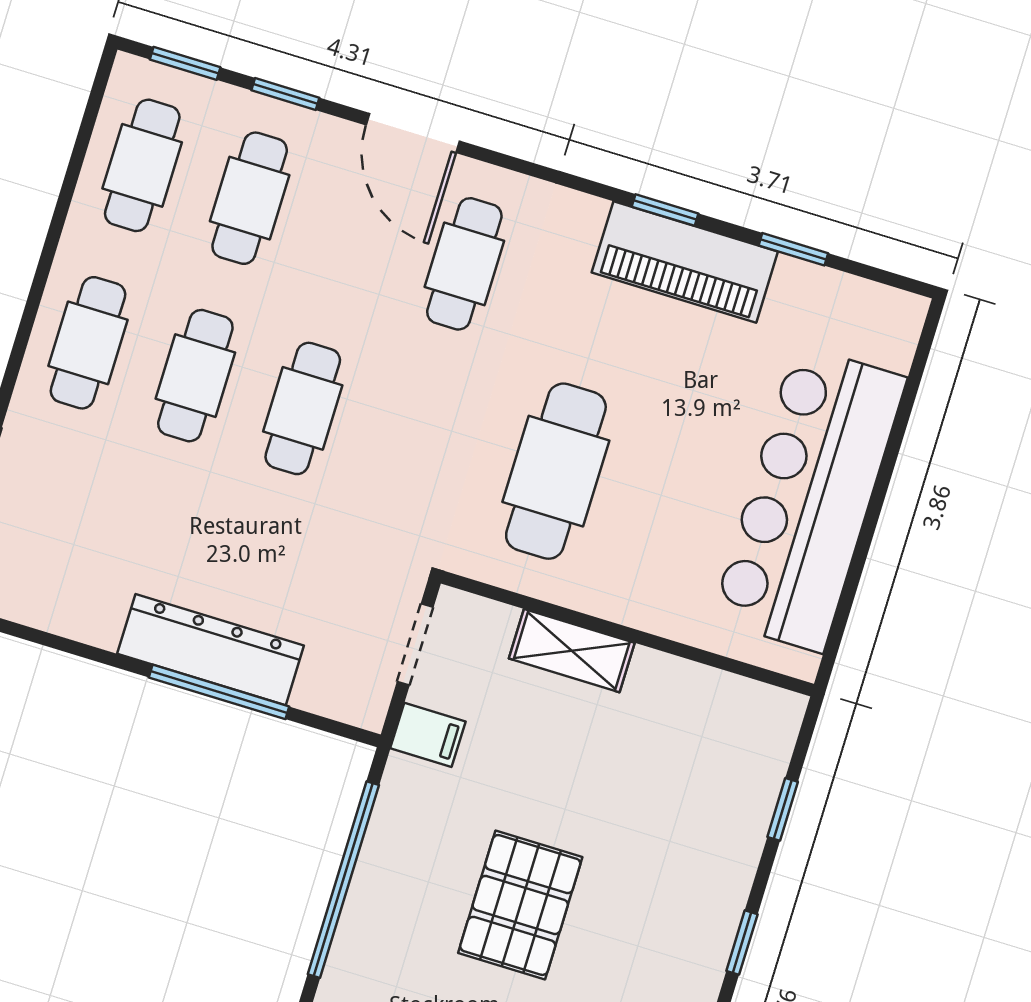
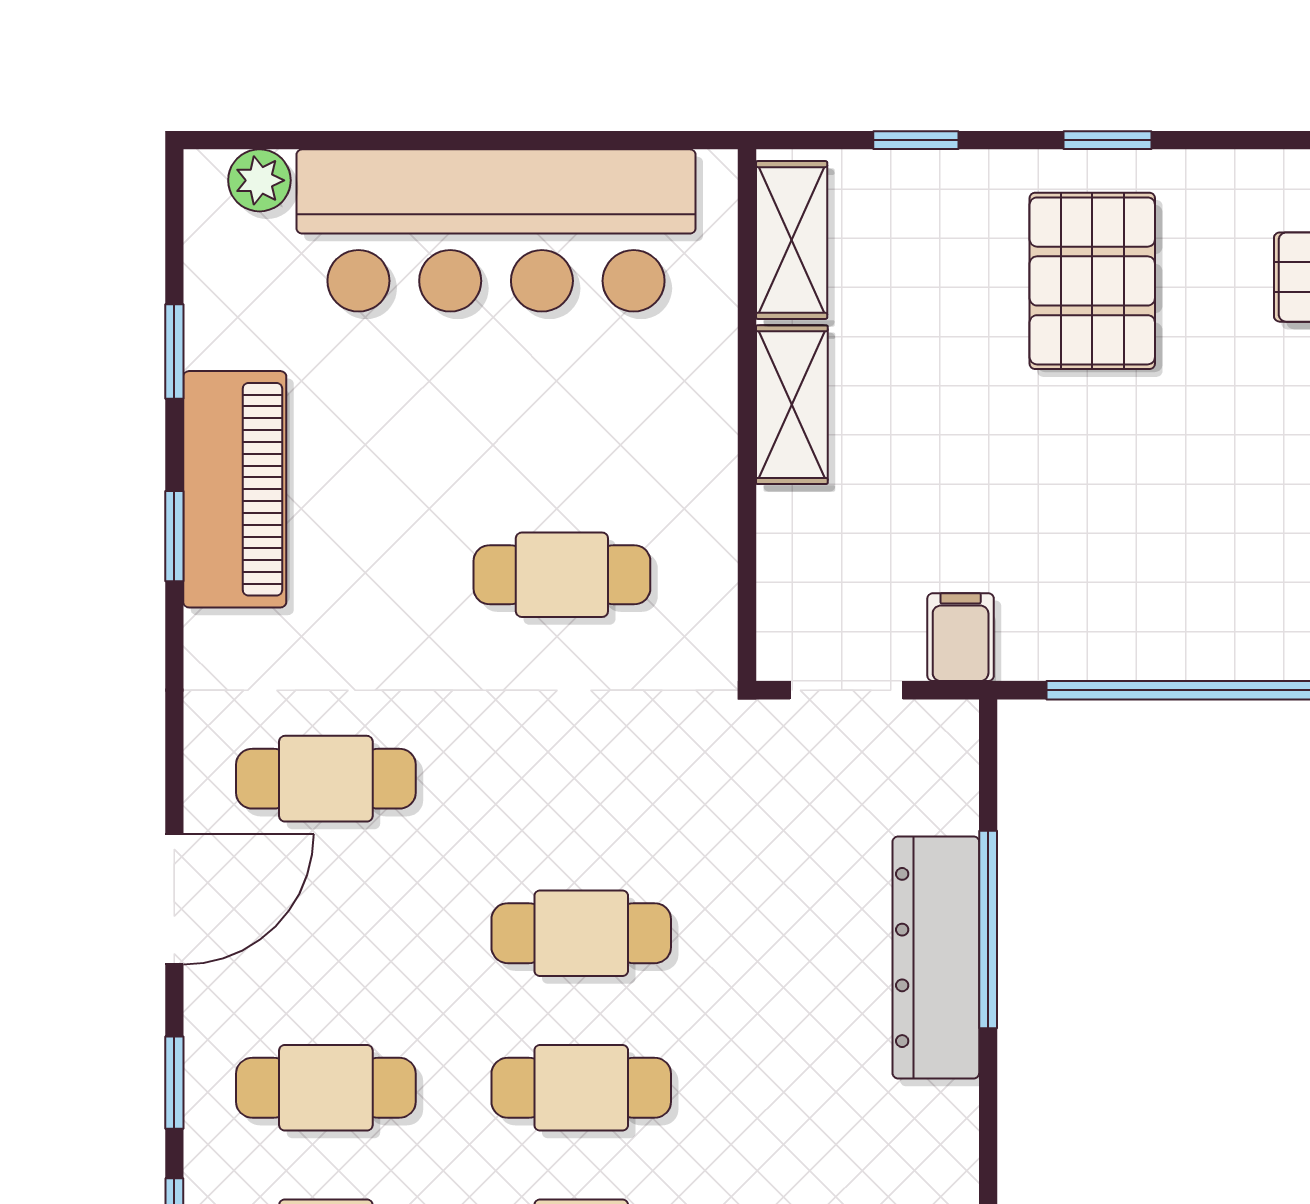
plant: (894, 345) -> (259, 180), added
cafe table: (556, 471) -> (562, 575), width x0.73, depth x0.74
shelving: (572, 651) -> (792, 405), moved
shelving: (740, 702) -> (792, 240), added
pallet: (520, 905) -> (1092, 281), moved, turned 90

